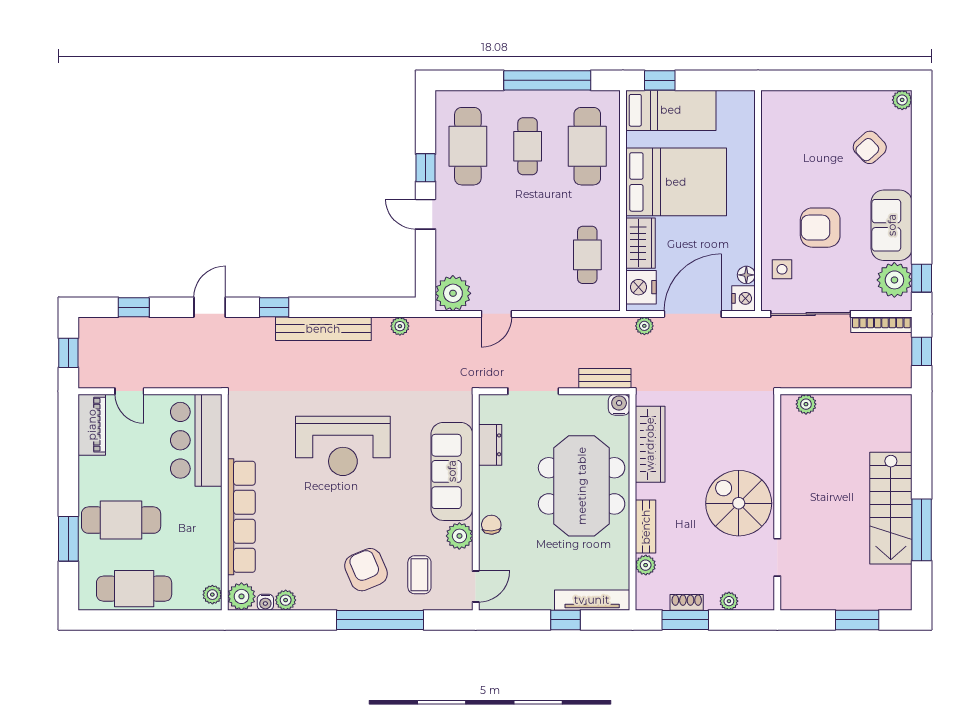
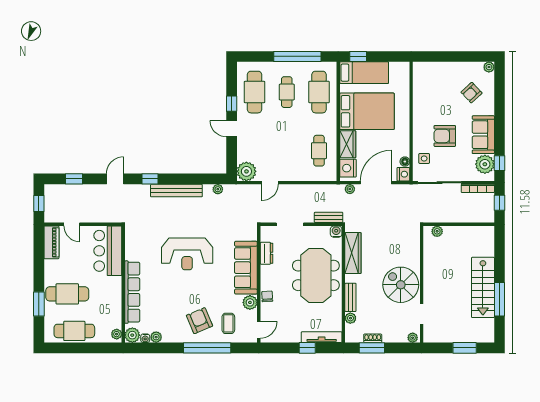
plant: (729, 601) -> (413, 338), moved

